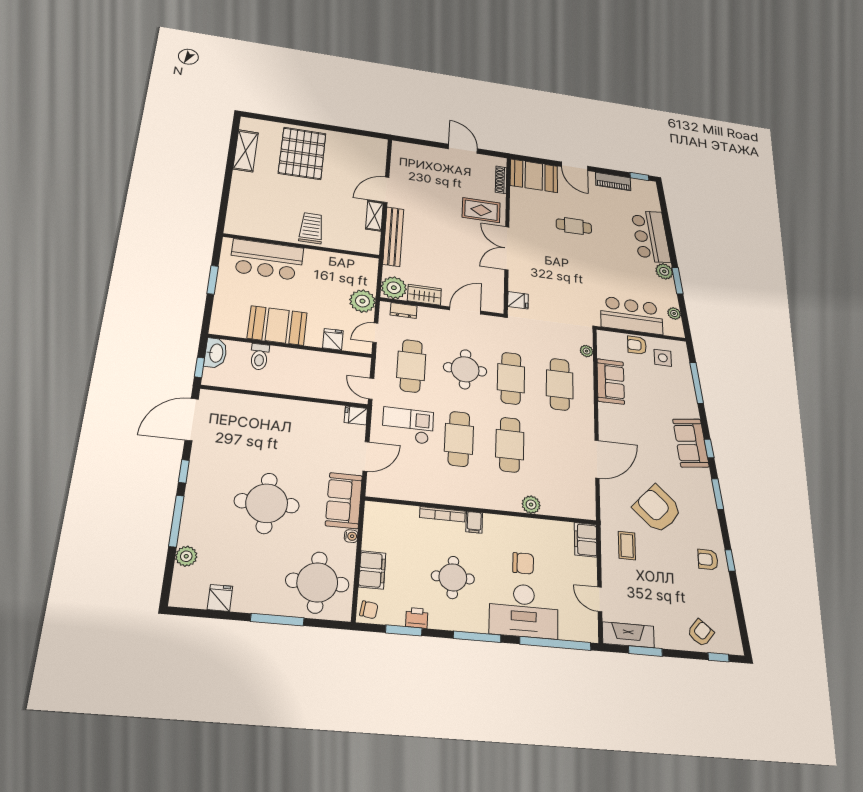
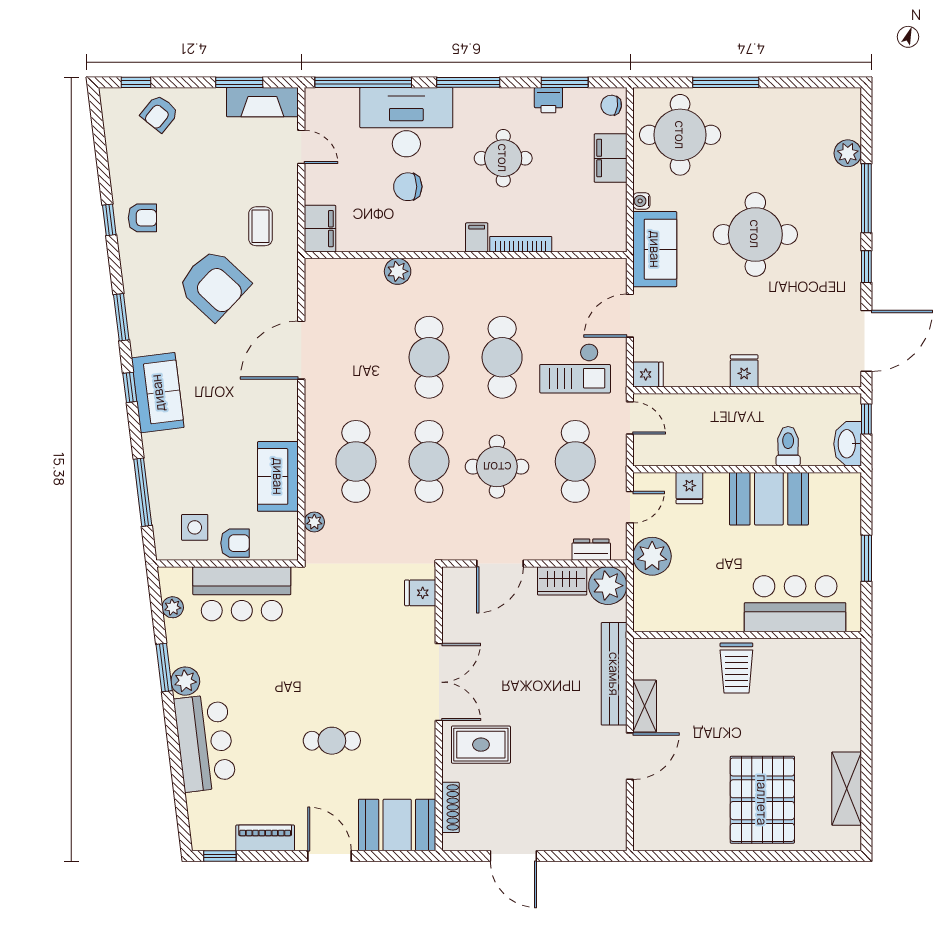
fridge: (220, 598) -> (744, 371), moved, turned 180

